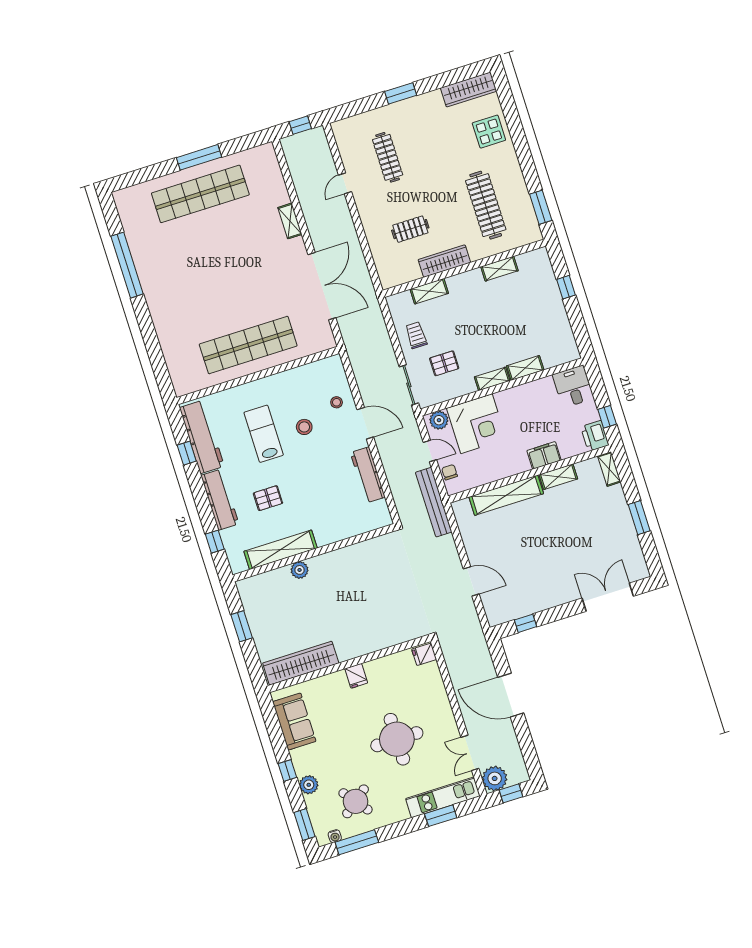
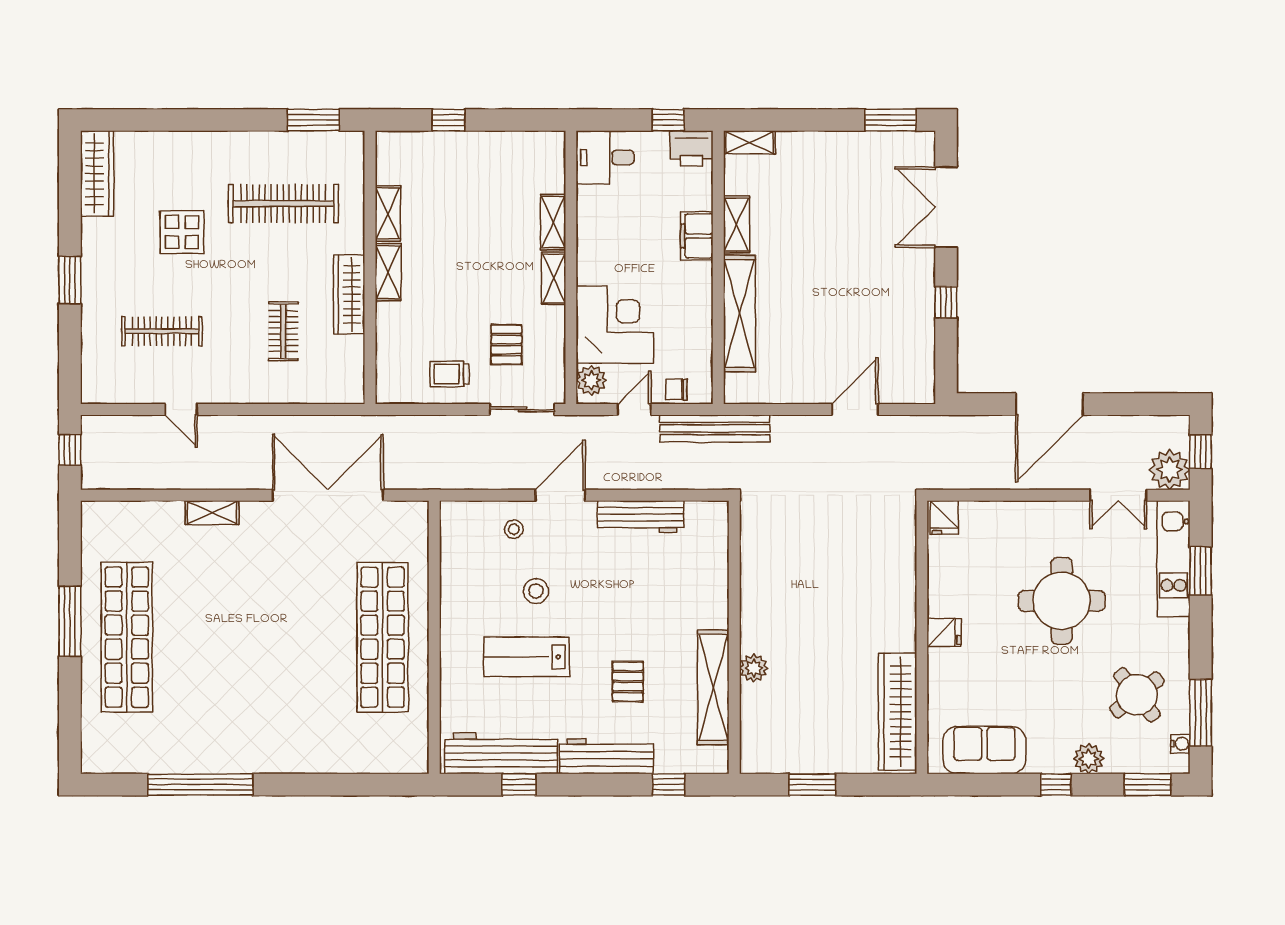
display table: (489, 132) -> (182, 232), moved
shelving: (429, 291) -> (388, 272), moved
window: (639, 518) -> (890, 120), moved
window: (525, 623) -> (946, 302), moved

